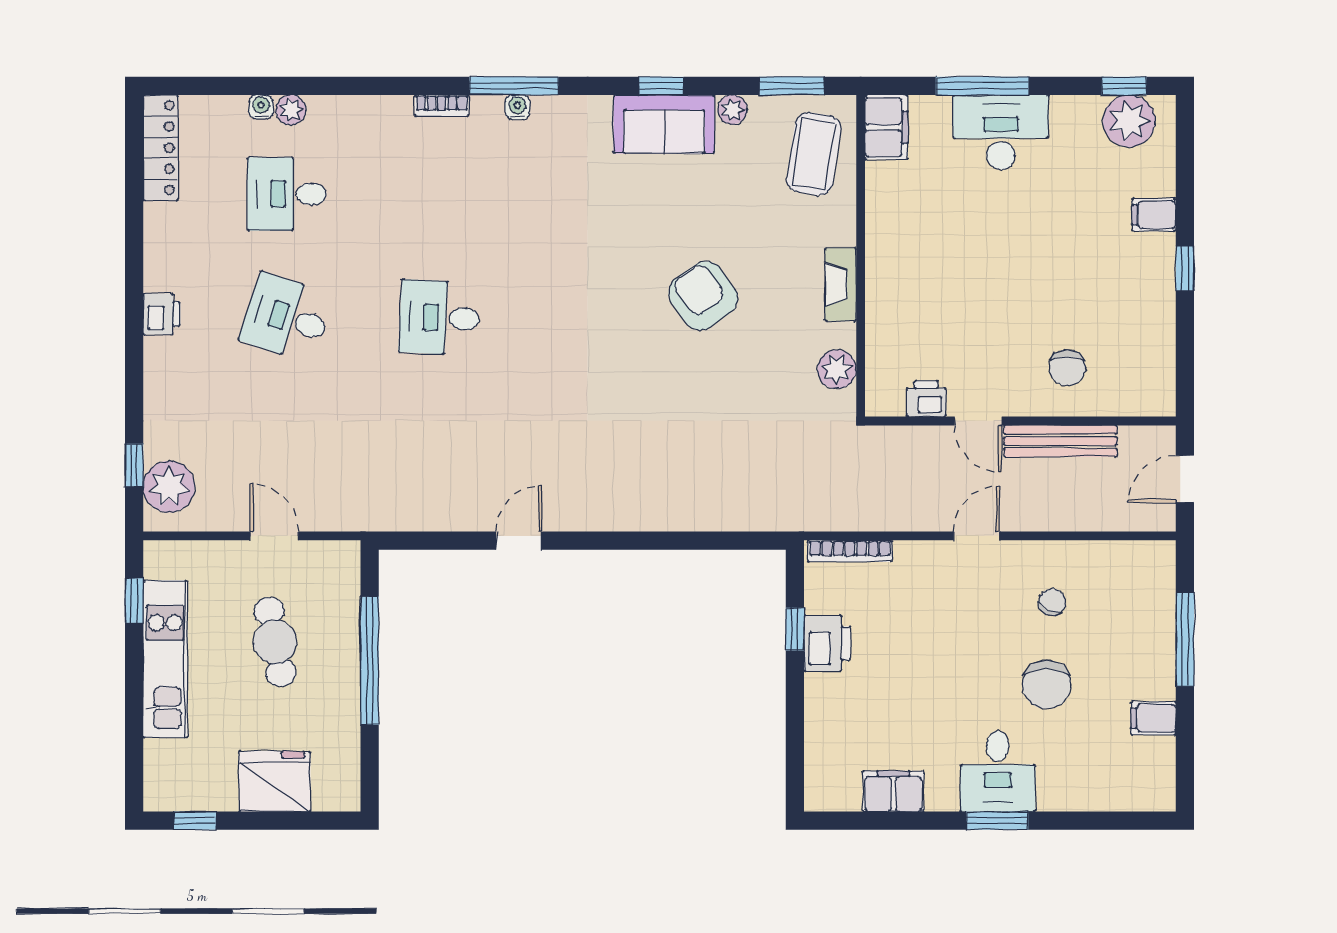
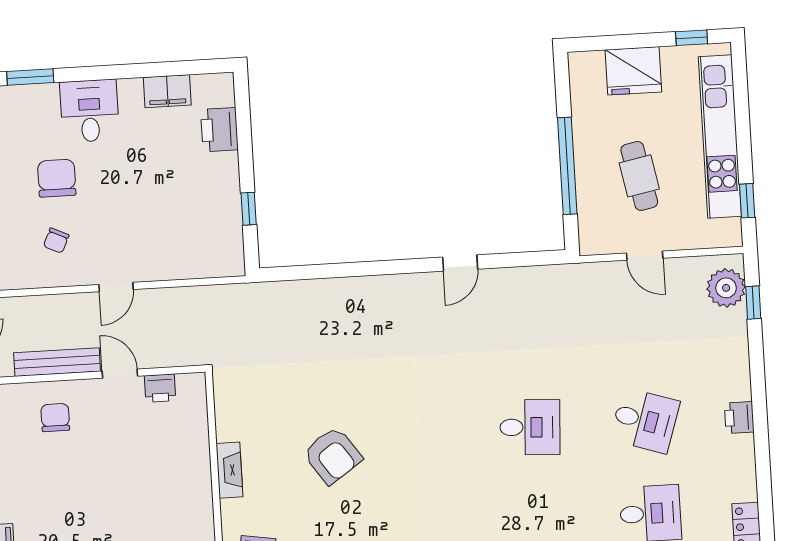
plant: (837, 369) -> (229, 406), removed
bookcase: (850, 551) -> (211, 270), removed
printer: (827, 643) -> (219, 130), moved
kitchen unit: (165, 659) -> (720, 137), width x1.36
window: (997, 821) -> (30, 77), moved

